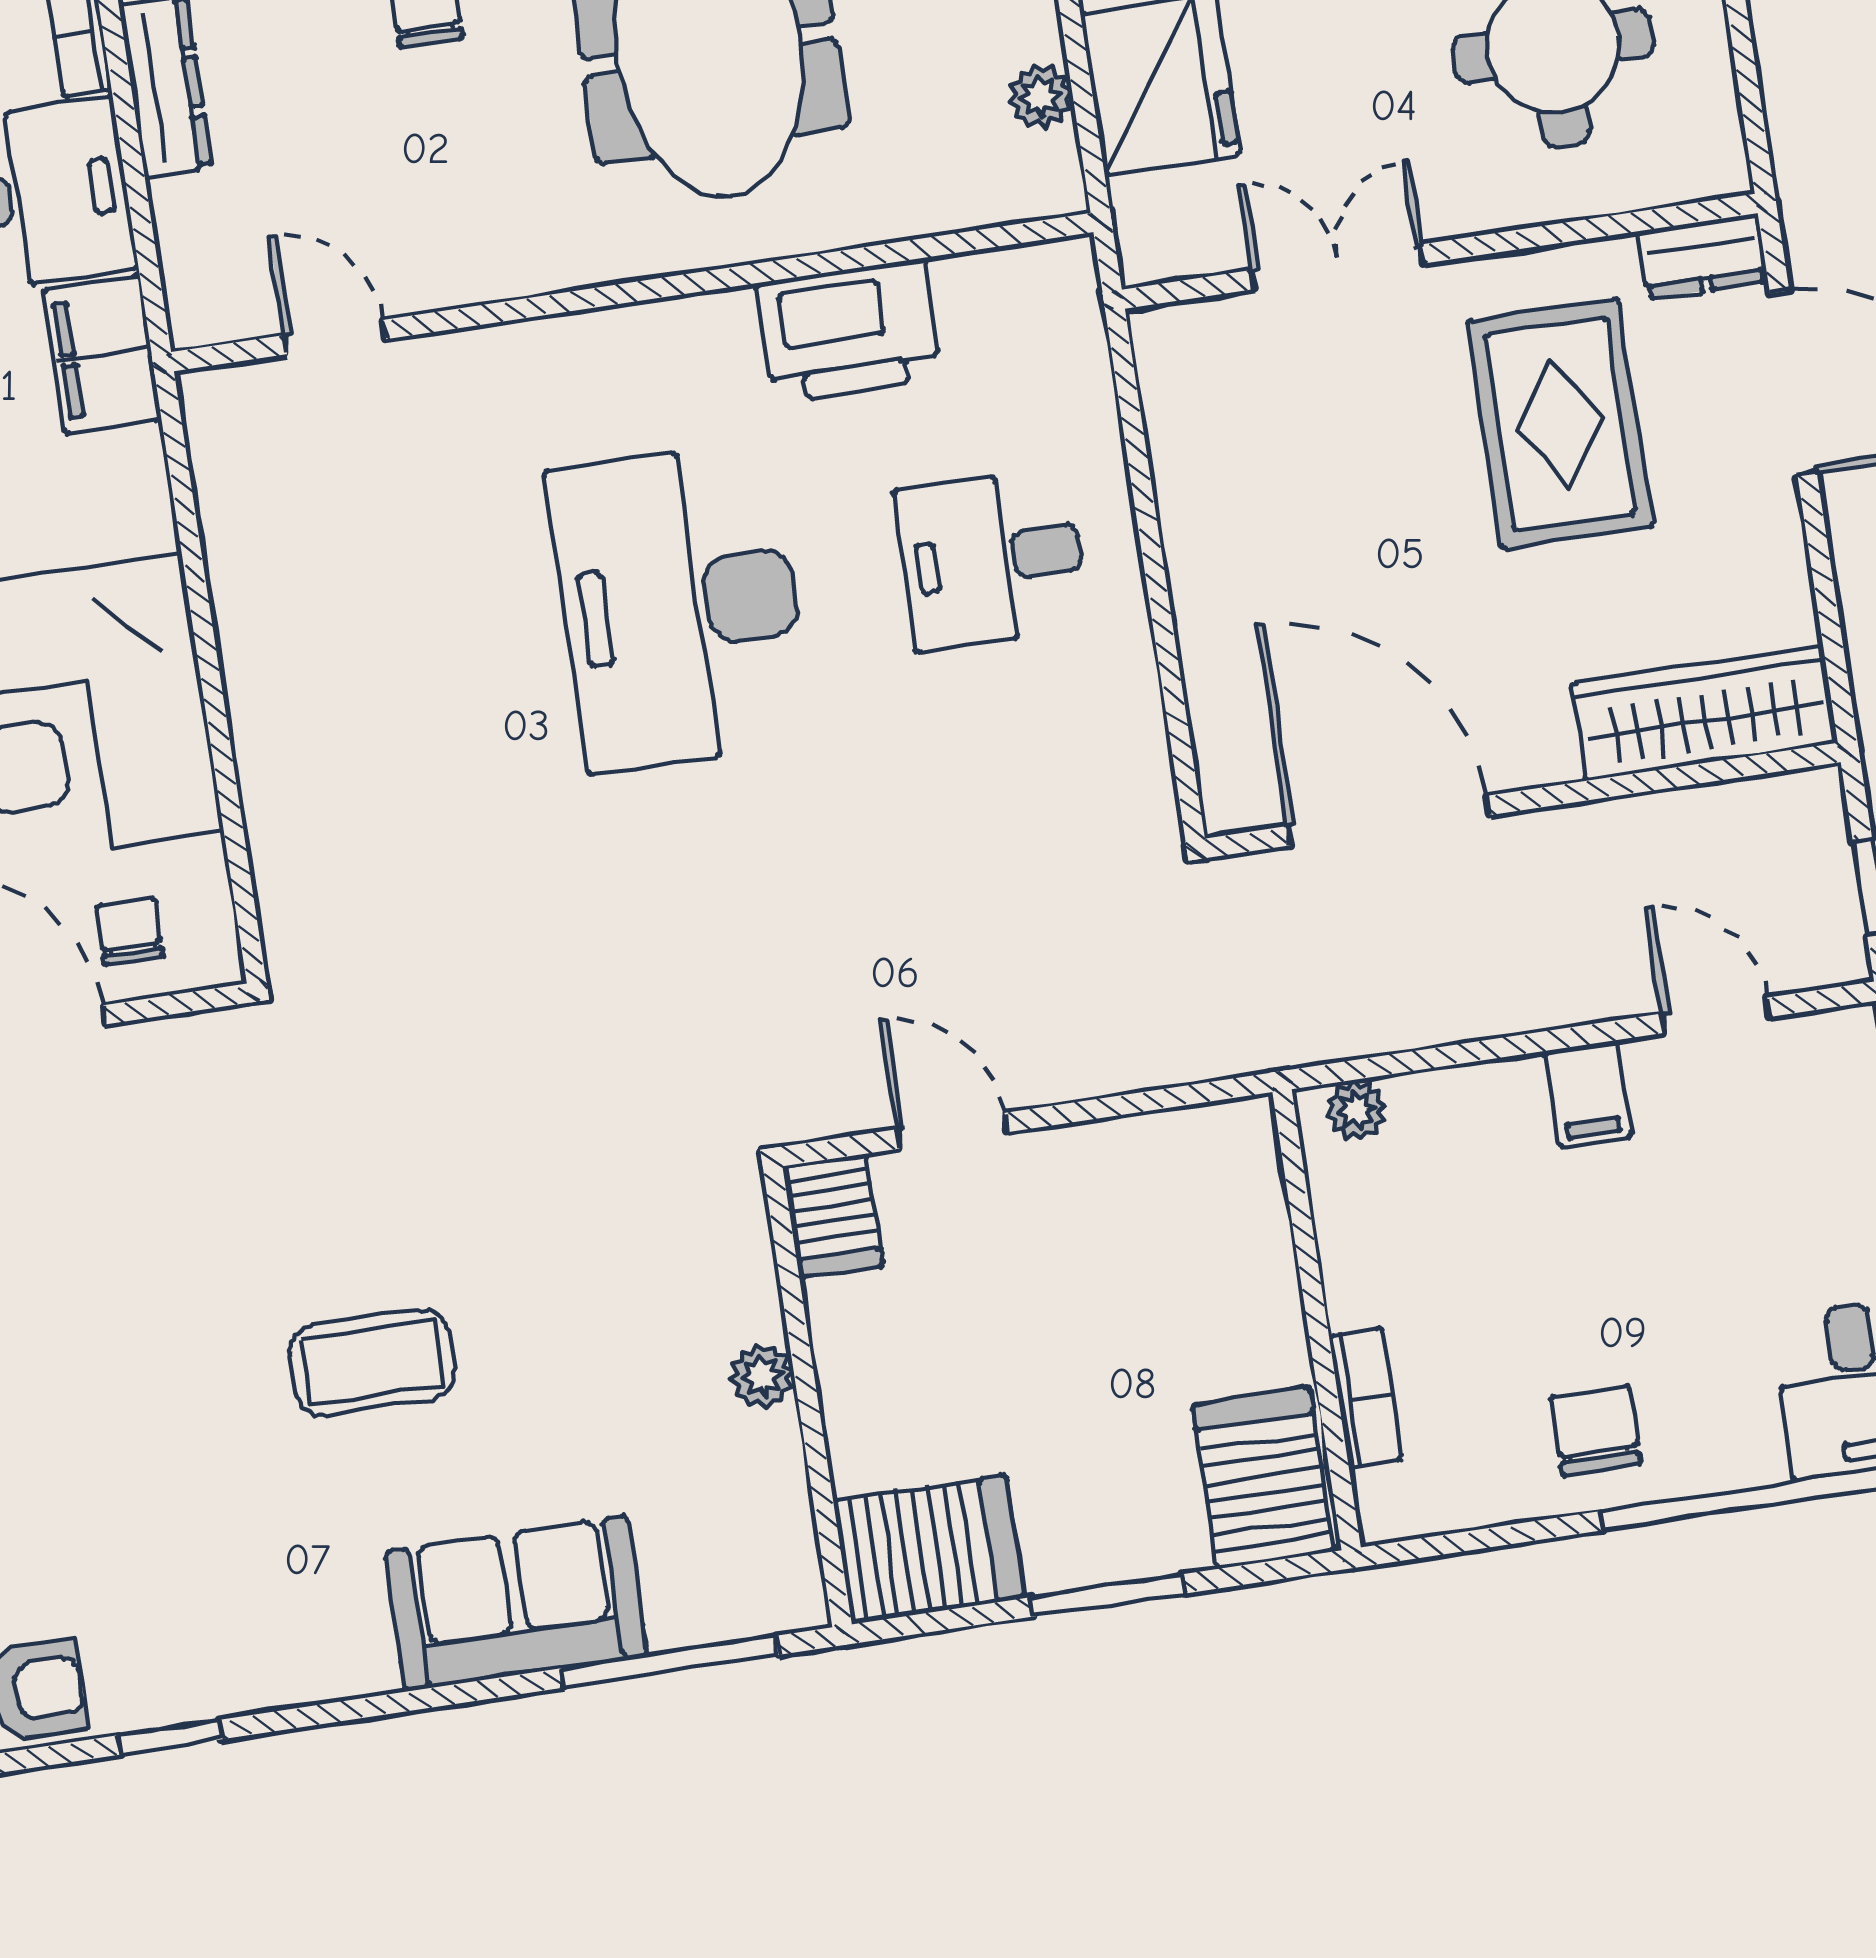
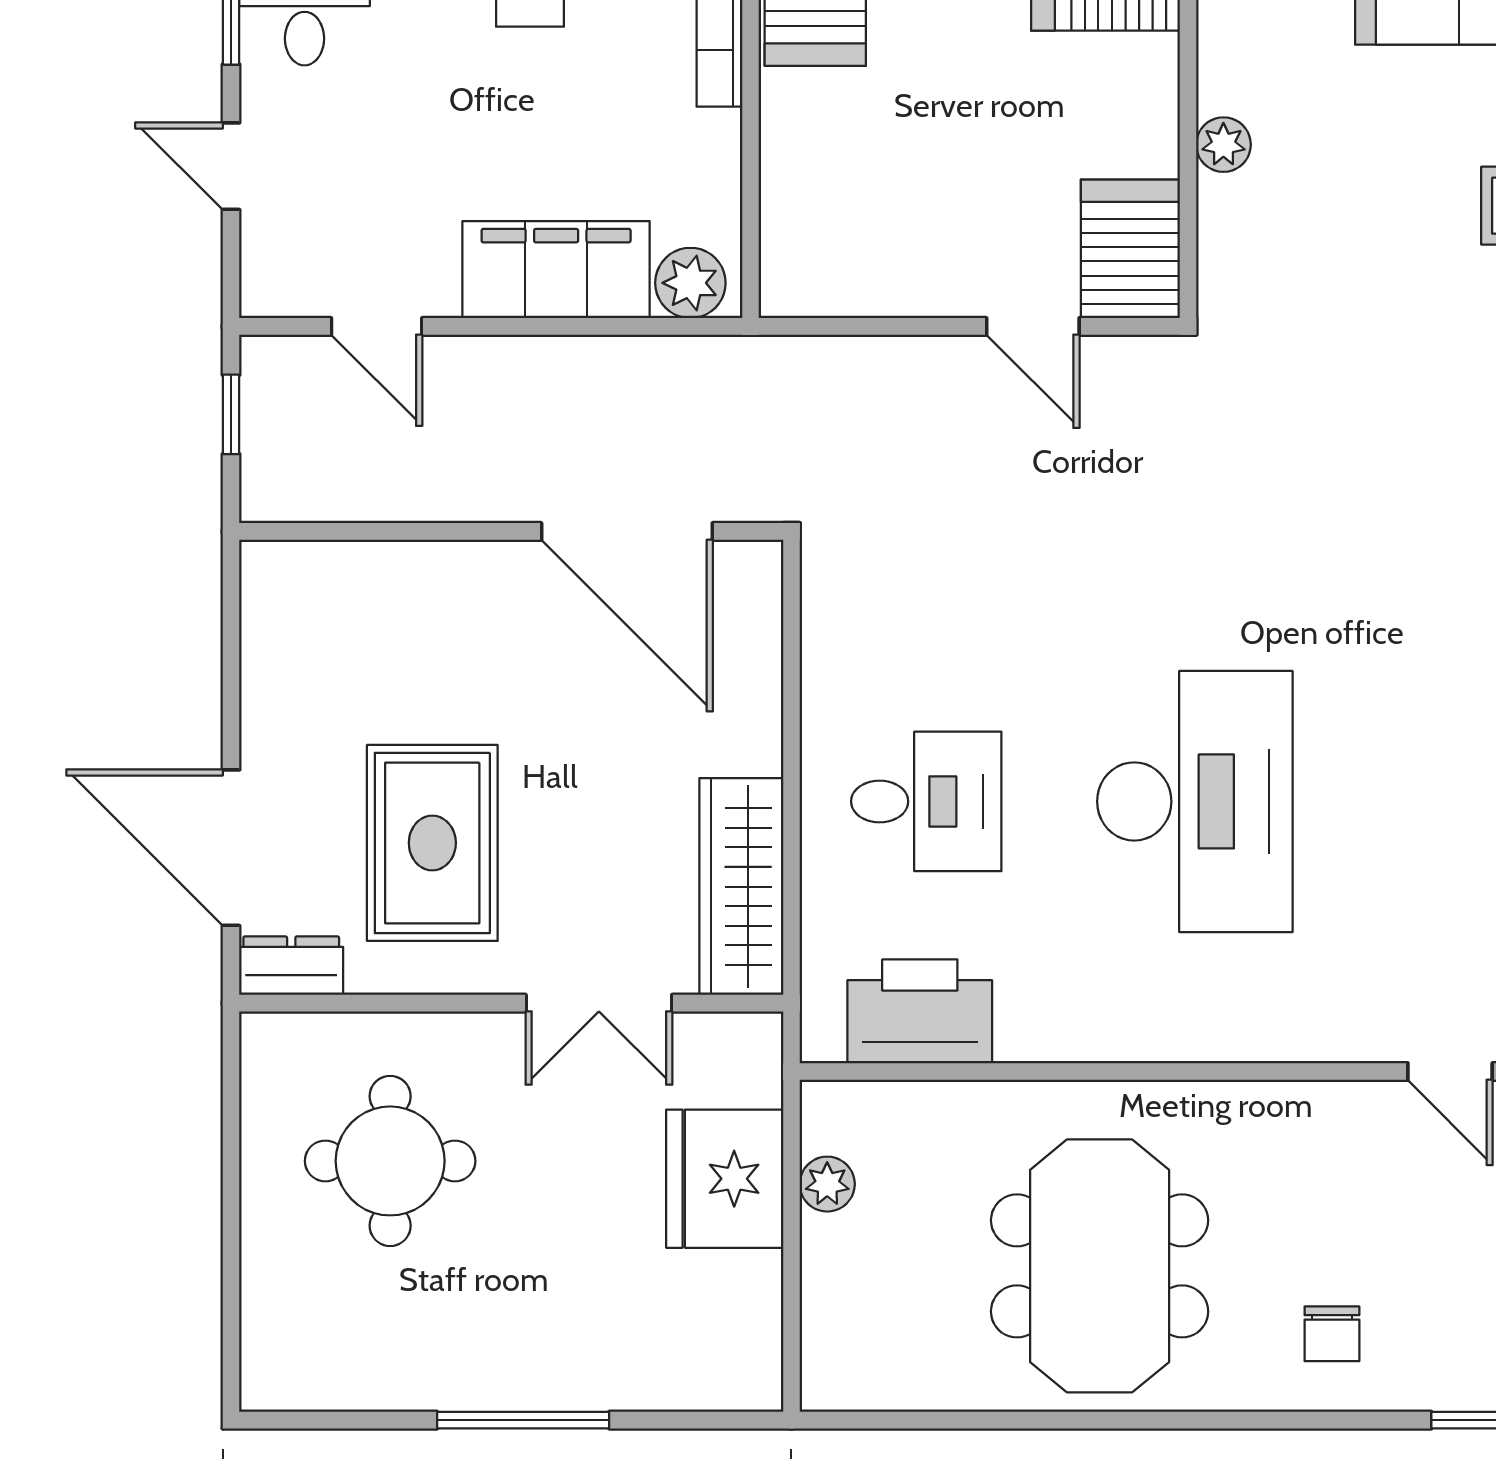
printer: (849, 331) -> (920, 1011), moved
wardrobe: (1704, 713) -> (741, 887), moved, turned 90
filing cabinet: (1588, 1094) -> (556, 270), width x3.00, depth x1.17
plant: (1356, 1110) -> (690, 283), width x1.38, depth x1.38
server rack: (833, 1216) -> (1130, 249), width x1.36, depth x1.44

